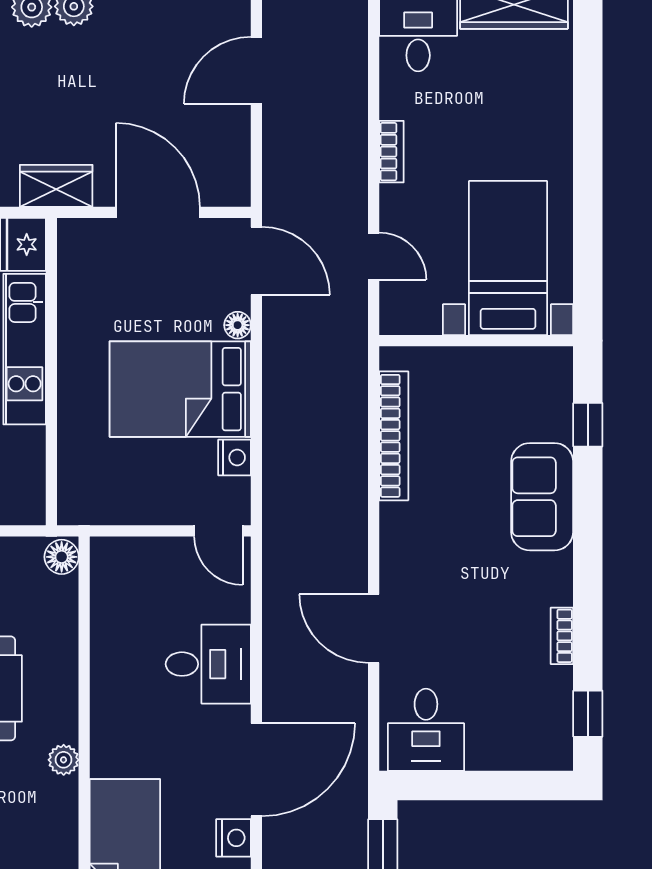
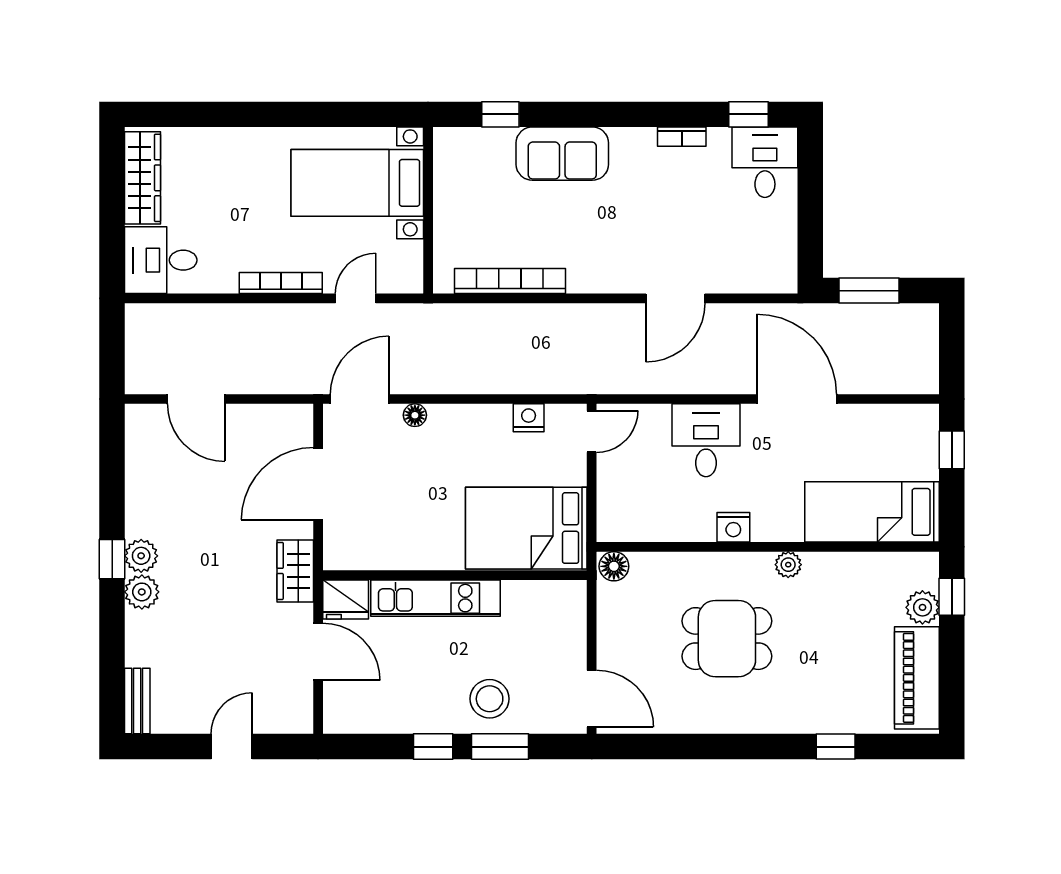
bookcase: (391, 152) -> (281, 283), width x1.56
bed: (180, 389) -> (526, 528), moved, turned 90
desk: (426, 730) -> (765, 162), moved, turned -90
nightstand: (234, 838) -> (733, 527), moved, turned 180

